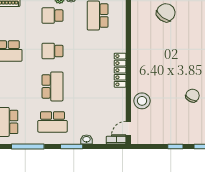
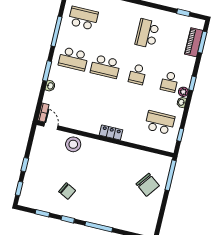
school desk: (53, 16) -> (169, 82), turned 180
school desk: (53, 51) -> (137, 74), turned 180
locker: (120, 70) -> (111, 132), width x0.66
school desk: (53, 122) -> (73, 59), turned -90

